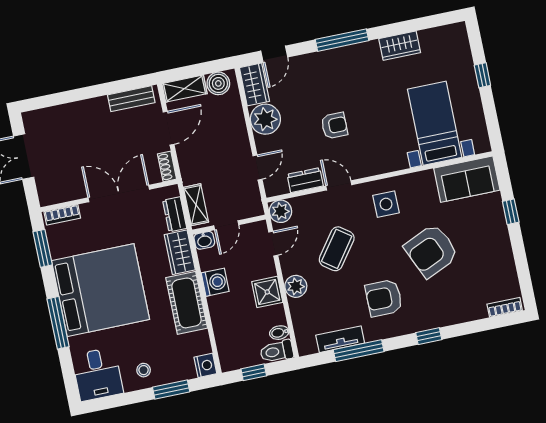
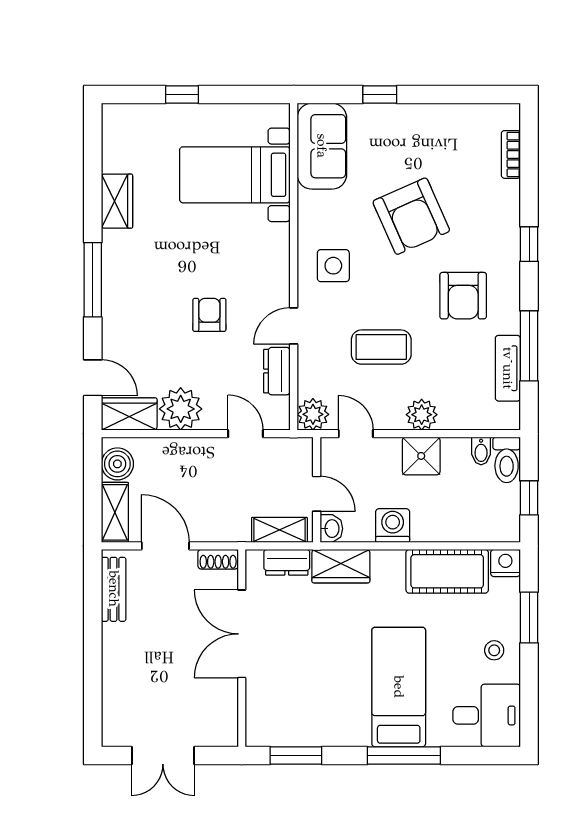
bookcase: (62, 215) -> (255, 719), removed
coffee table: (337, 249) -> (381, 347), turned -36
bed: (101, 290) -> (399, 687), width x0.49
cot: (187, 303) -> (447, 571), moved
bookcase: (505, 307) -> (511, 154), moved

